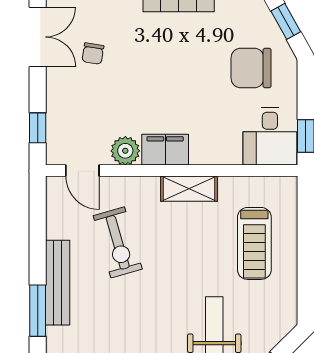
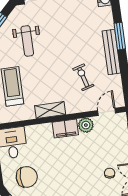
door: (82, 171) -> (107, 112), hinge flipped
exercise bike: (118, 242) -> (83, 77), width x0.73, depth x0.72

